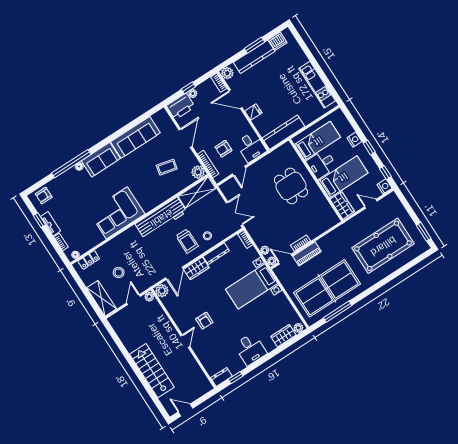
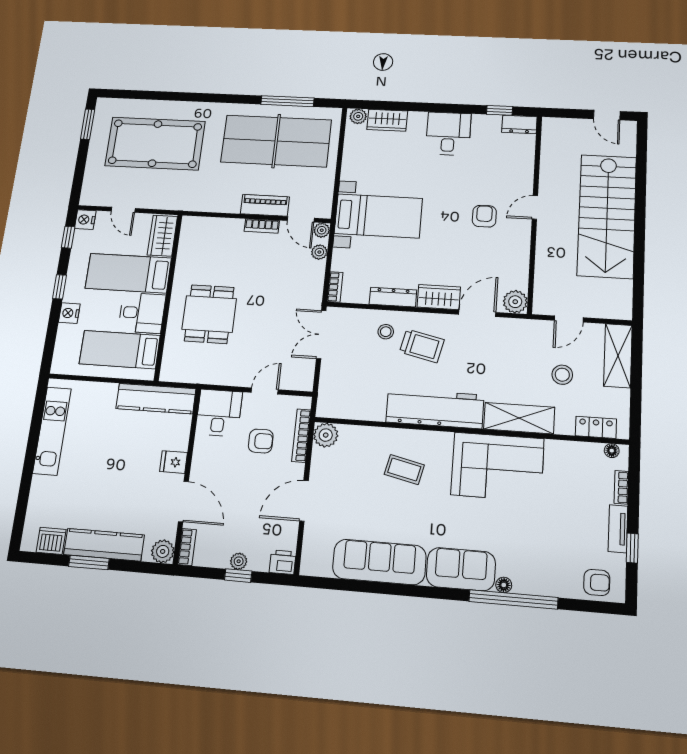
printer: (181, 106) -> (283, 562), width x0.53, depth x0.68
coffee table: (167, 167) -> (404, 470), moved
shelving: (197, 192) -> (519, 418), moved
trolley: (187, 241) -> (422, 346), turned 103
plant: (149, 297) -> (541, 306), removed
stairs: (152, 371) -> (607, 216), width x1.36, depth x1.51

